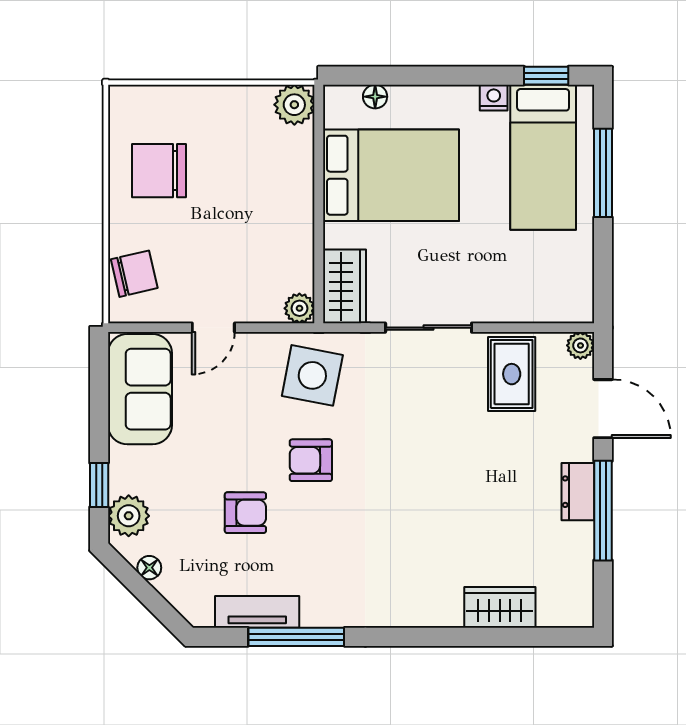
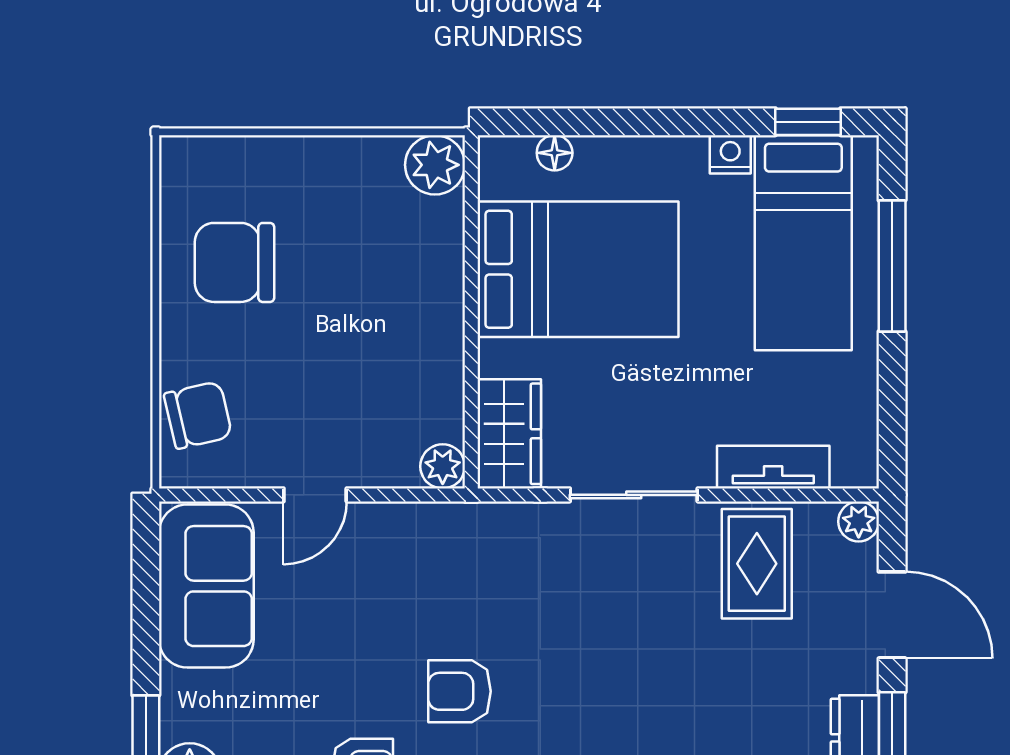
tv unit: (523, 309) -> (773, 467), added
side table: (312, 375) -> (462, 566), removed

